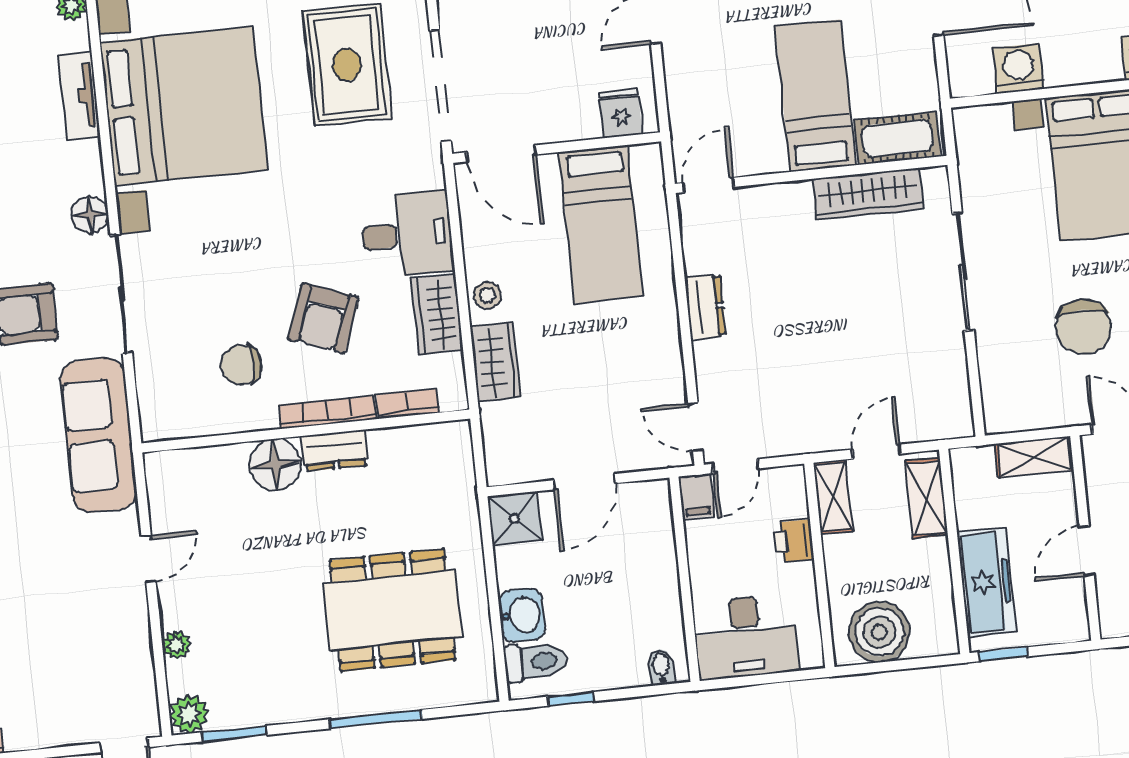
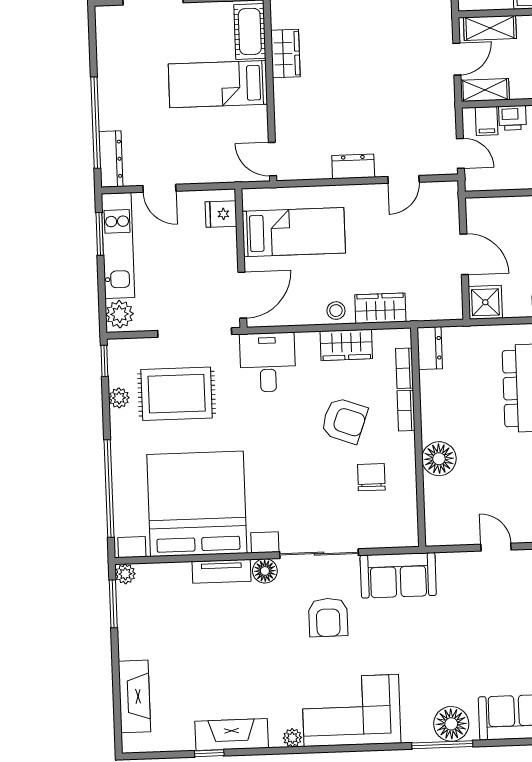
tv unit: (79, 96) -> (222, 571), moved
wardrobe: (868, 194) -> (285, 54), width x0.67
desk: (407, 235) -> (268, 362), moved
chair: (241, 365) -> (371, 477), turned 180
bookcase: (327, 412) -> (406, 411), width x0.64
door: (695, 427) -> (404, 179), moved
sofa: (99, 435) -> (398, 575), width x0.73
dresser: (335, 451) -> (430, 348), moved
door: (877, 452) -> (457, 59), swing flipped
filing cabinet: (697, 496) -> (487, 121), moved, turned 90

